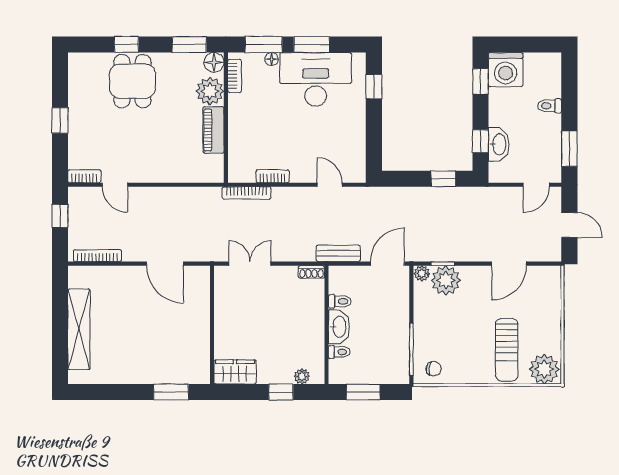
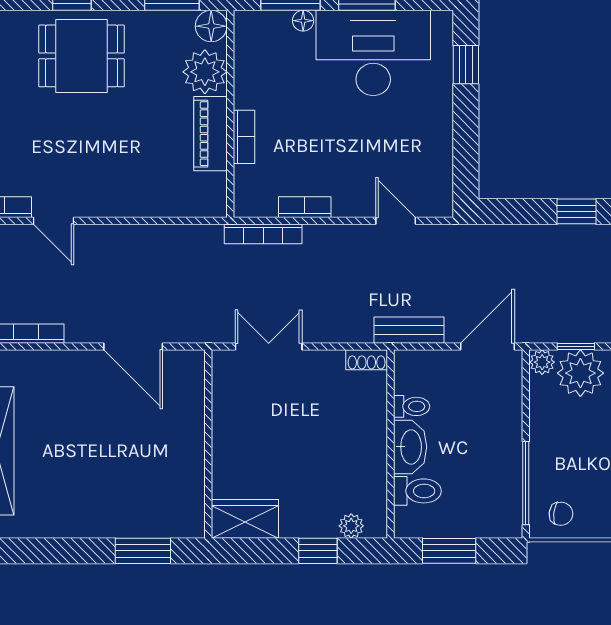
bookcase: (235, 76) -> (244, 137), moved
dining table: (132, 81) -> (82, 56), turned 90
toilet: (339, 352) -> (417, 491), width x1.37, depth x1.39

